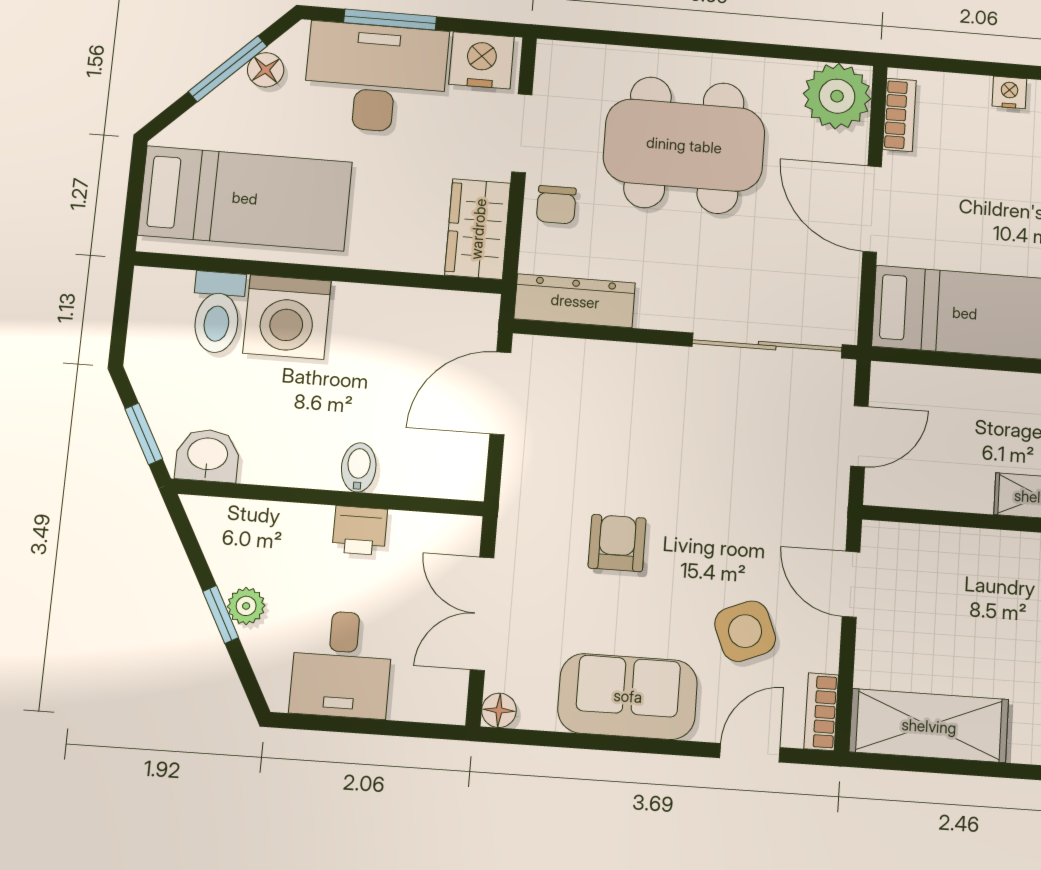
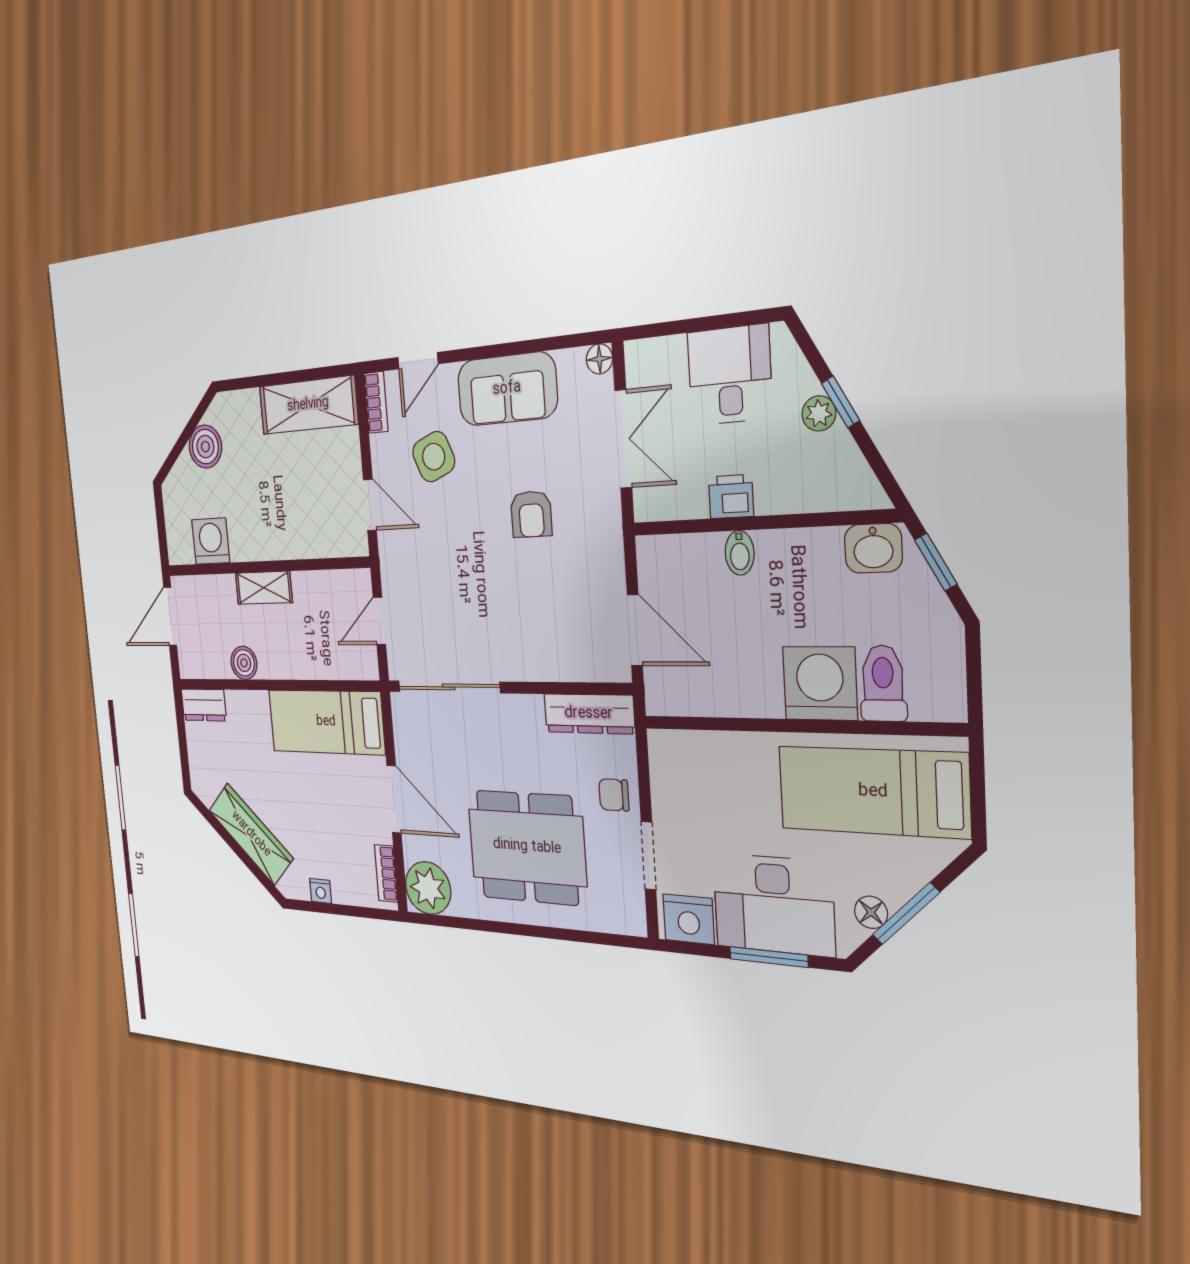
chair: (556, 205) -> (614, 795), turned -90
wardrobe: (478, 229) -> (672, 771), removed
door: (500, 393) -> (635, 630), hinge flipped

